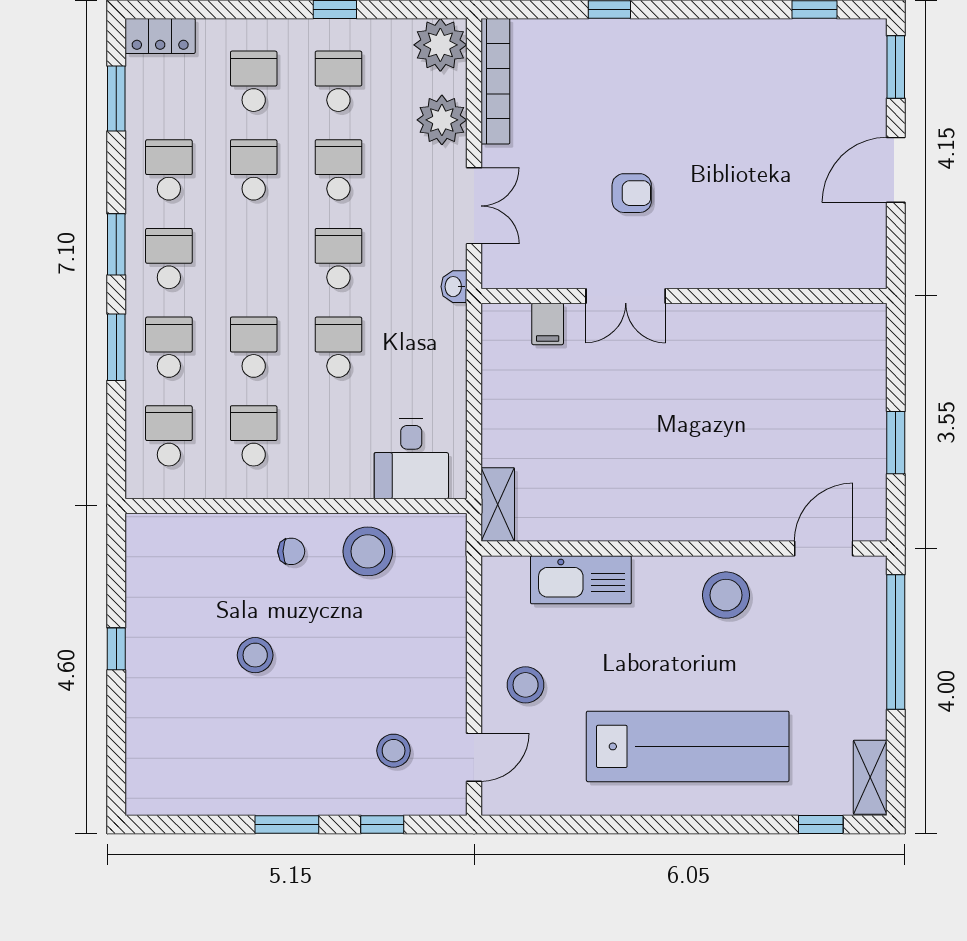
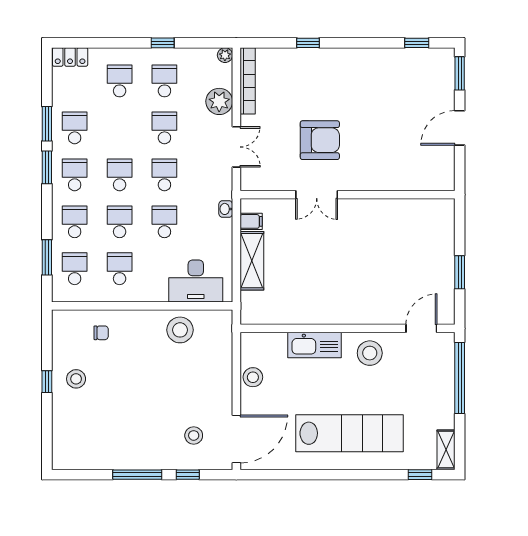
plant: (440, 45) -> (225, 55), width x0.53, depth x0.53
window: (116, 98) -> (47, 124), moved
school desk: (254, 170) -> (120, 175), moved
armchair: (632, 193) -> (320, 140), width x1.88, depth x1.88
washbasin: (454, 287) -> (226, 209), moved
filing cabinet: (548, 324) -> (251, 221), moved, turned -90
window: (116, 347) -> (47, 257), moved
desk: (411, 459) -> (196, 281), width x1.37
shelving: (498, 504) -> (252, 261), moved, width x1.50, depth x1.33
chair: (291, 551) -> (101, 333), moved
kitchen sink: (581, 580) -> (314, 345), moved
stool: (255, 655) -> (76, 379), moved
stool: (526, 685) -> (253, 377), moved
door: (474, 757) -> (236, 439), width x1.87
window: (287, 824) -> (137, 475), width x1.44

